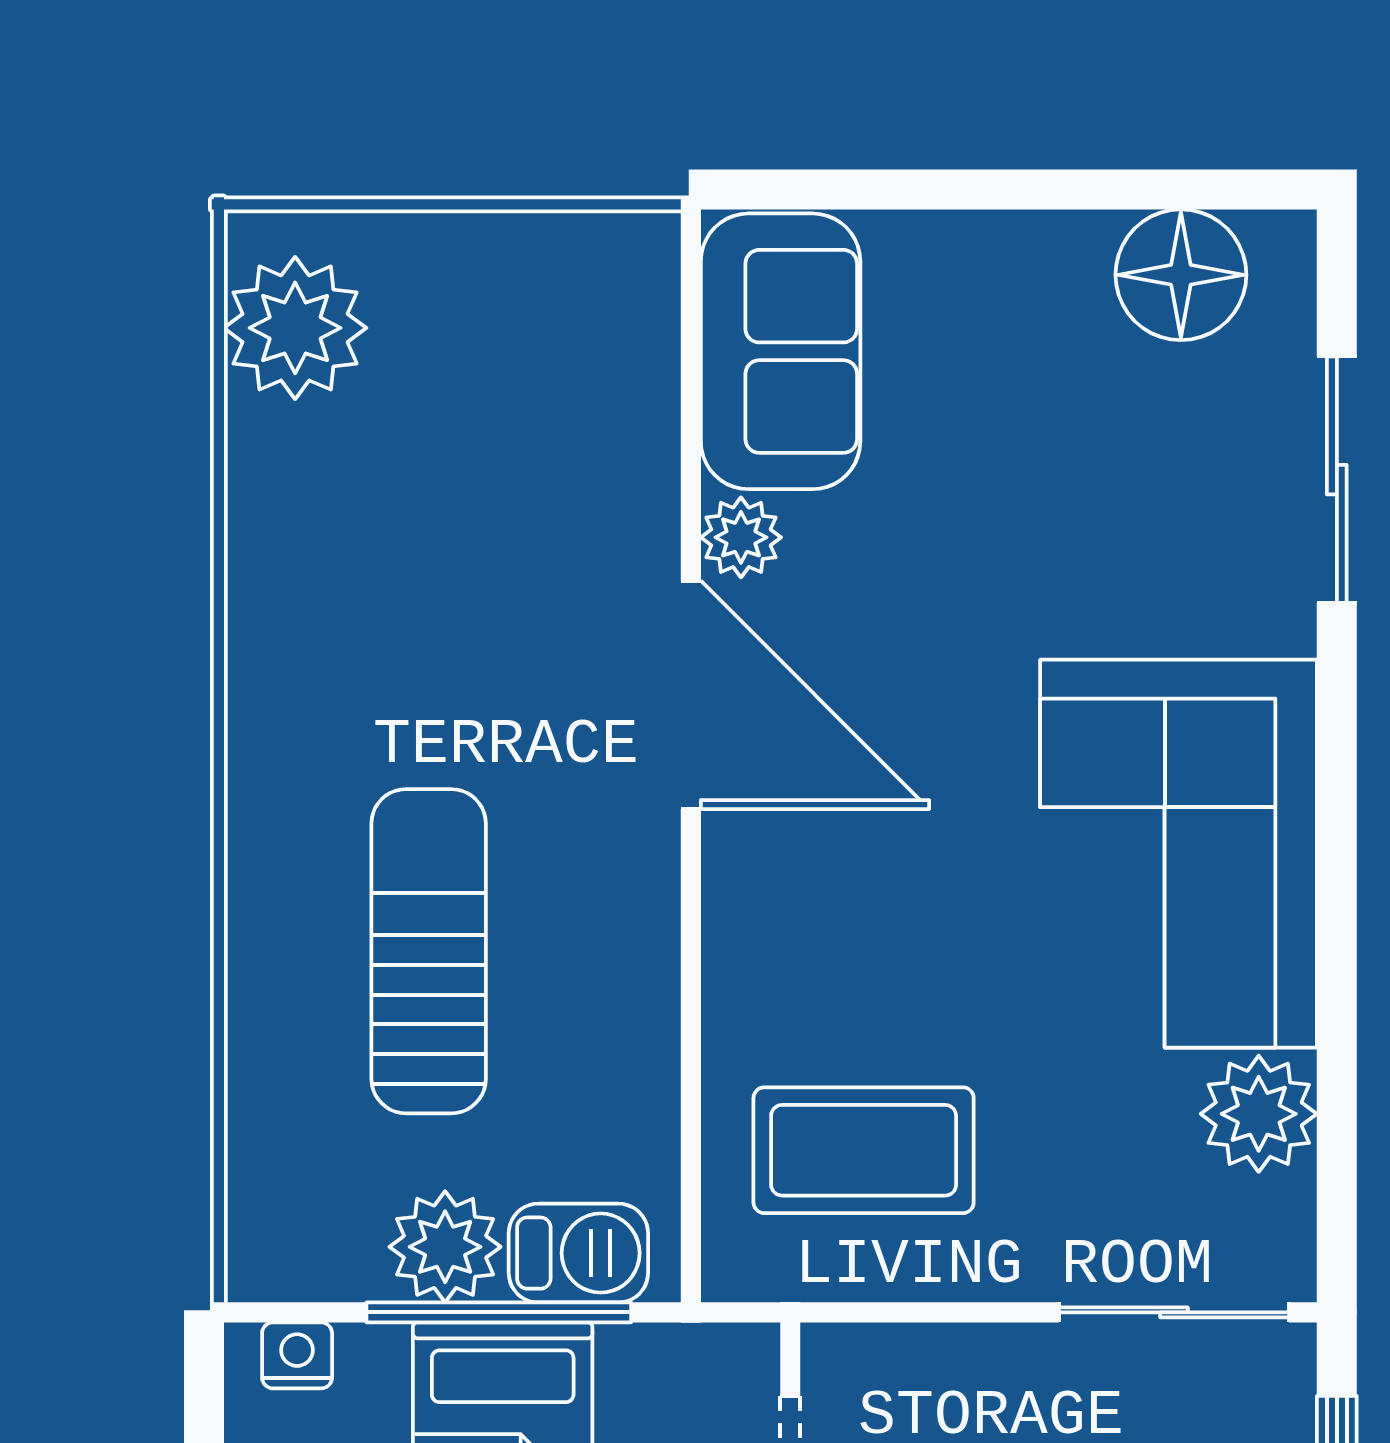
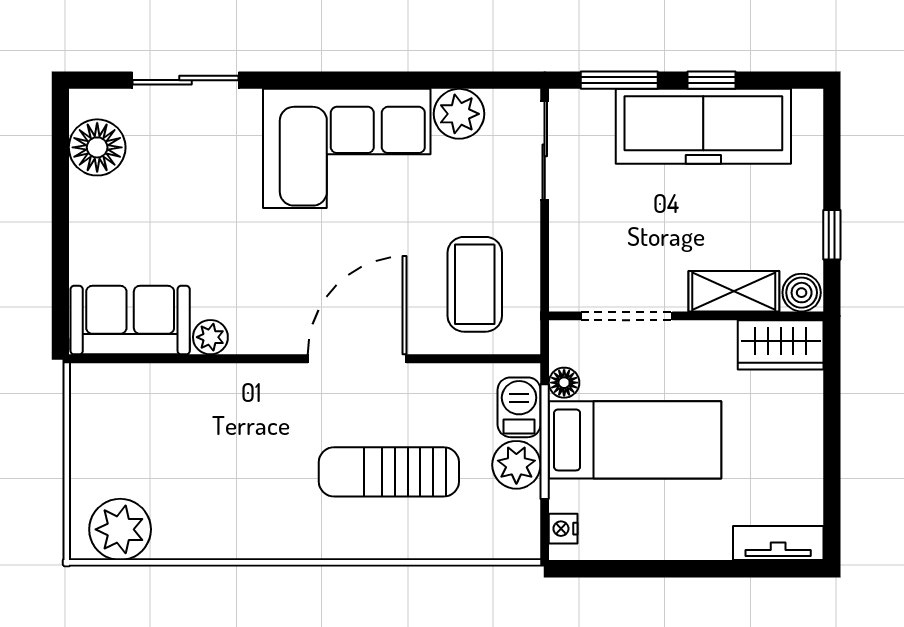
door: (691, 695) -> (357, 359), moved
floor lamp: (636, 1357) -> (564, 383), added

